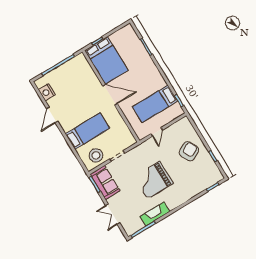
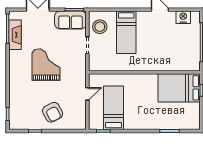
door: (110, 95) -> (146, 72), removed
door: (157, 132) -> (87, 94), swing flipped
fireplace: (155, 214) -> (15, 35), moved

